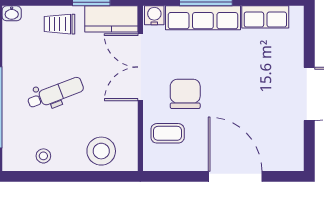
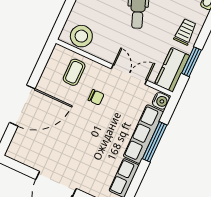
double door: (140, 67) -> (129, 74), width x0.73
chair: (185, 94) -> (96, 97), width x0.54, depth x0.54
stool: (101, 151) -> (81, 36), moved

